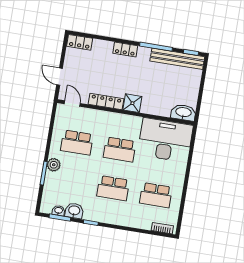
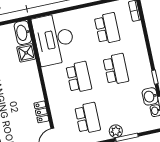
locker: (106, 101) -> (41, 112), width x0.66
shower: (132, 103) -> (26, 53), moved

